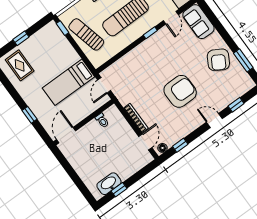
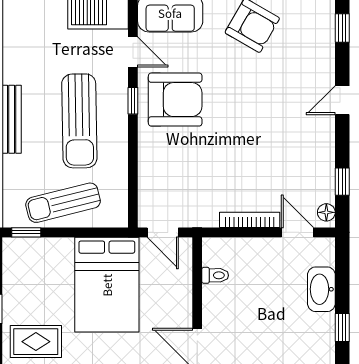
bed: (68, 82) -> (107, 285), width x1.50
armchair: (180, 91) -> (175, 100), moved, turned 90
window: (236, 105) -> (342, 28), moved
washbasin: (109, 184) -> (321, 289), moved

